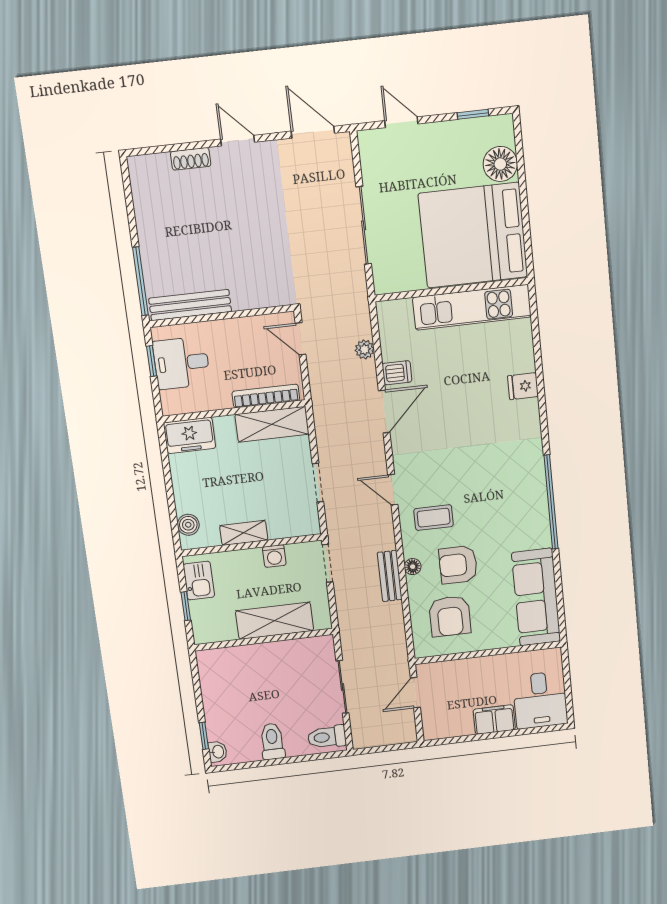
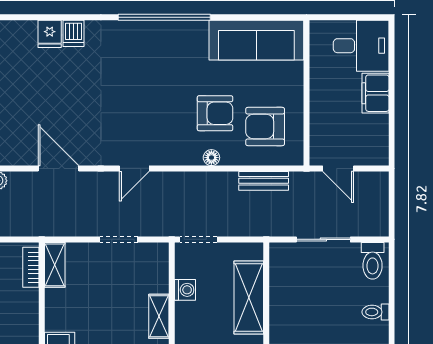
dishwasher: (397, 373) -> (73, 33), moved, turned 180
bookcase: (266, 396) -> (31, 267), width x0.64
shelving: (272, 424) -> (55, 265), width x0.67, depth x0.75
coffee table: (434, 518) -> (166, 132), removed
armchair: (458, 565) -> (215, 113), turned -90
bench: (390, 576) -> (264, 181), moved
armchair: (450, 616) -> (265, 126), turned 180
toilet: (272, 741) -> (375, 312), width x0.73, depth x0.72

